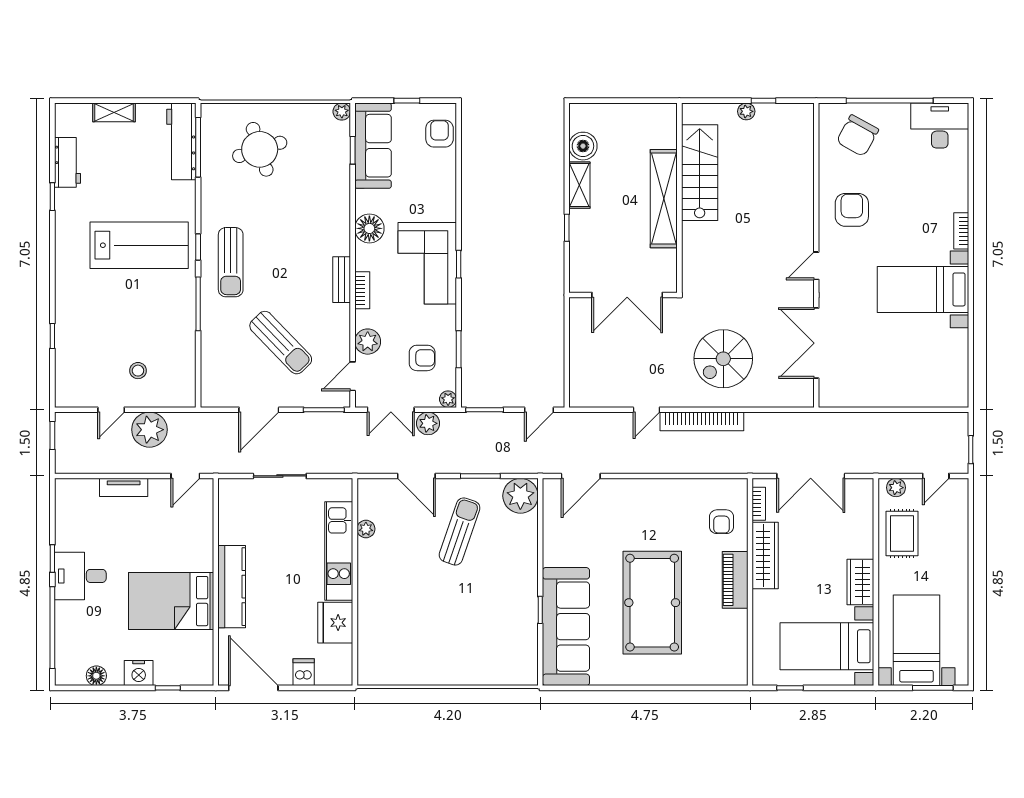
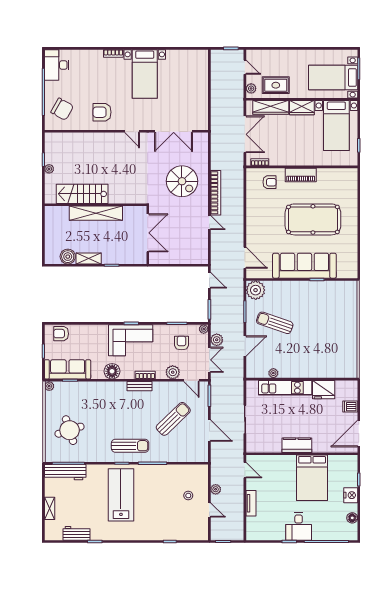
plant: (149, 430) -> (216, 489), width x0.53, depth x0.53
wardrobe: (765, 555) -> (271, 107), moved, turned 180
kitchen counter: (232, 587) -> (297, 445), width x0.67
sofa: (566, 627) -> (304, 266), moved

